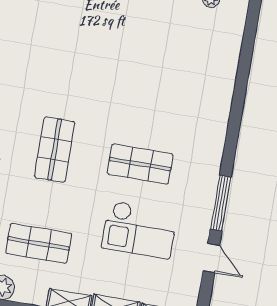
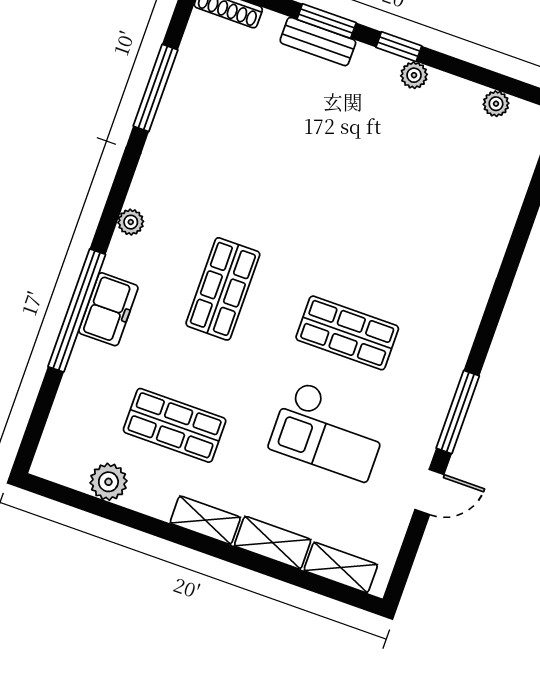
door: (211, 258) -> (429, 492), hinge flipped

